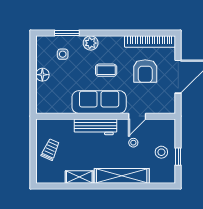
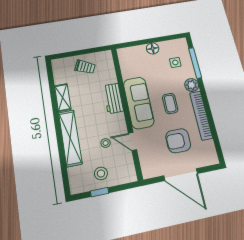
window: (67, 33) -> (195, 63), width x1.44
bookcase: (150, 41) -> (201, 115), moved
workbench: (95, 127) -> (113, 98), width x0.73

